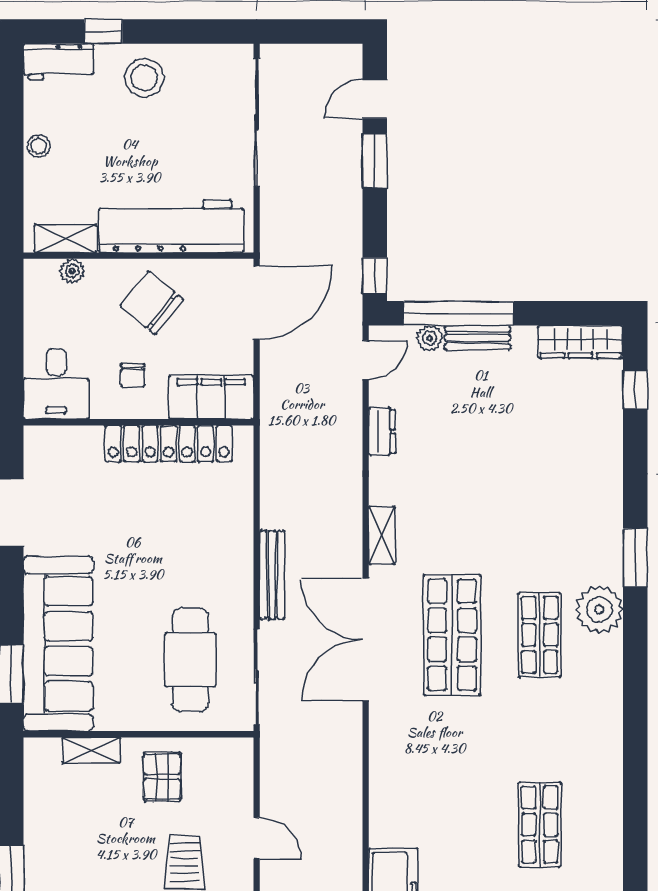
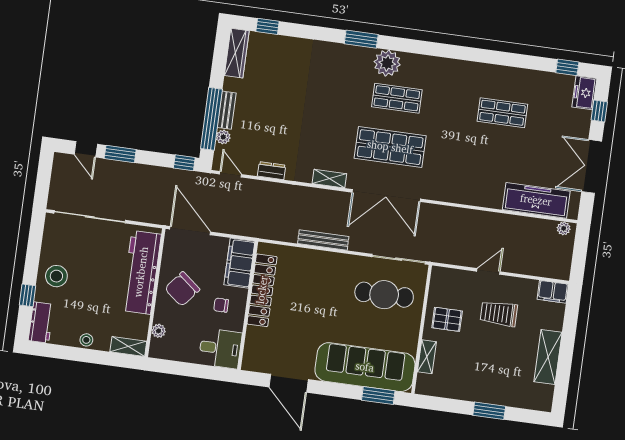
shelving: (65, 239) -> (128, 346), moved, turned 90
chair: (133, 375) -> (221, 305), turned 180
bench: (272, 575) -> (323, 240), moved

